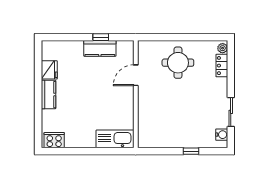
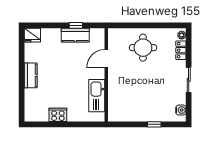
fridge: (49, 70) -> (32, 35), moved, turned 90
sliding door: (231, 112) -> (189, 80), moved
kitchen sink: (115, 139) -> (97, 96), moved, turned -90
cooker: (54, 140) -> (58, 115), moved

